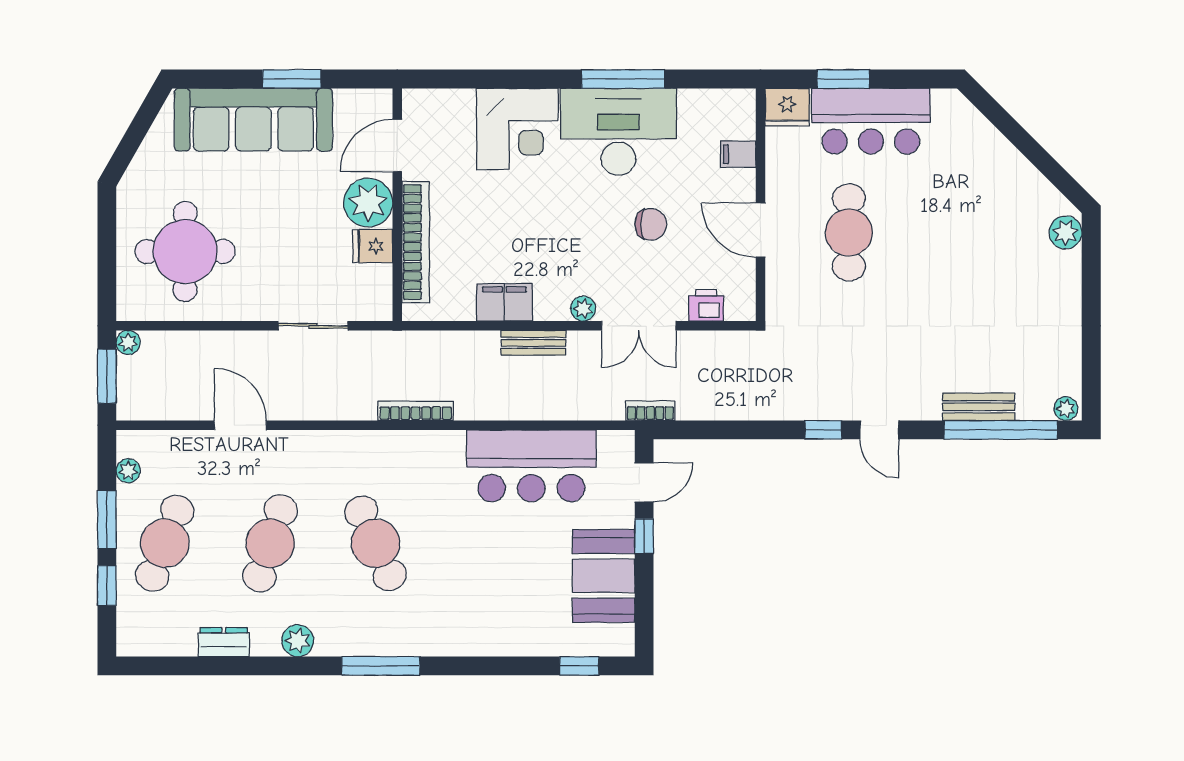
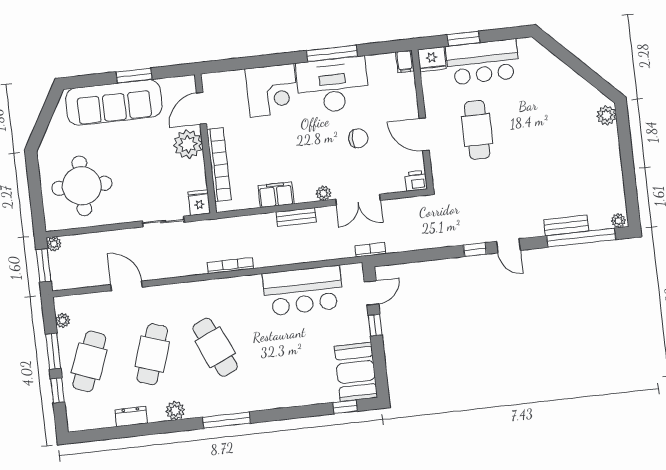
filing cabinet: (738, 154) -> (405, 62), moved, turned -90
fridge: (373, 246) -> (199, 203), moved, turned 90
printer: (706, 305) -> (416, 181), moved
booth: (604, 576) -> (356, 372), moved

